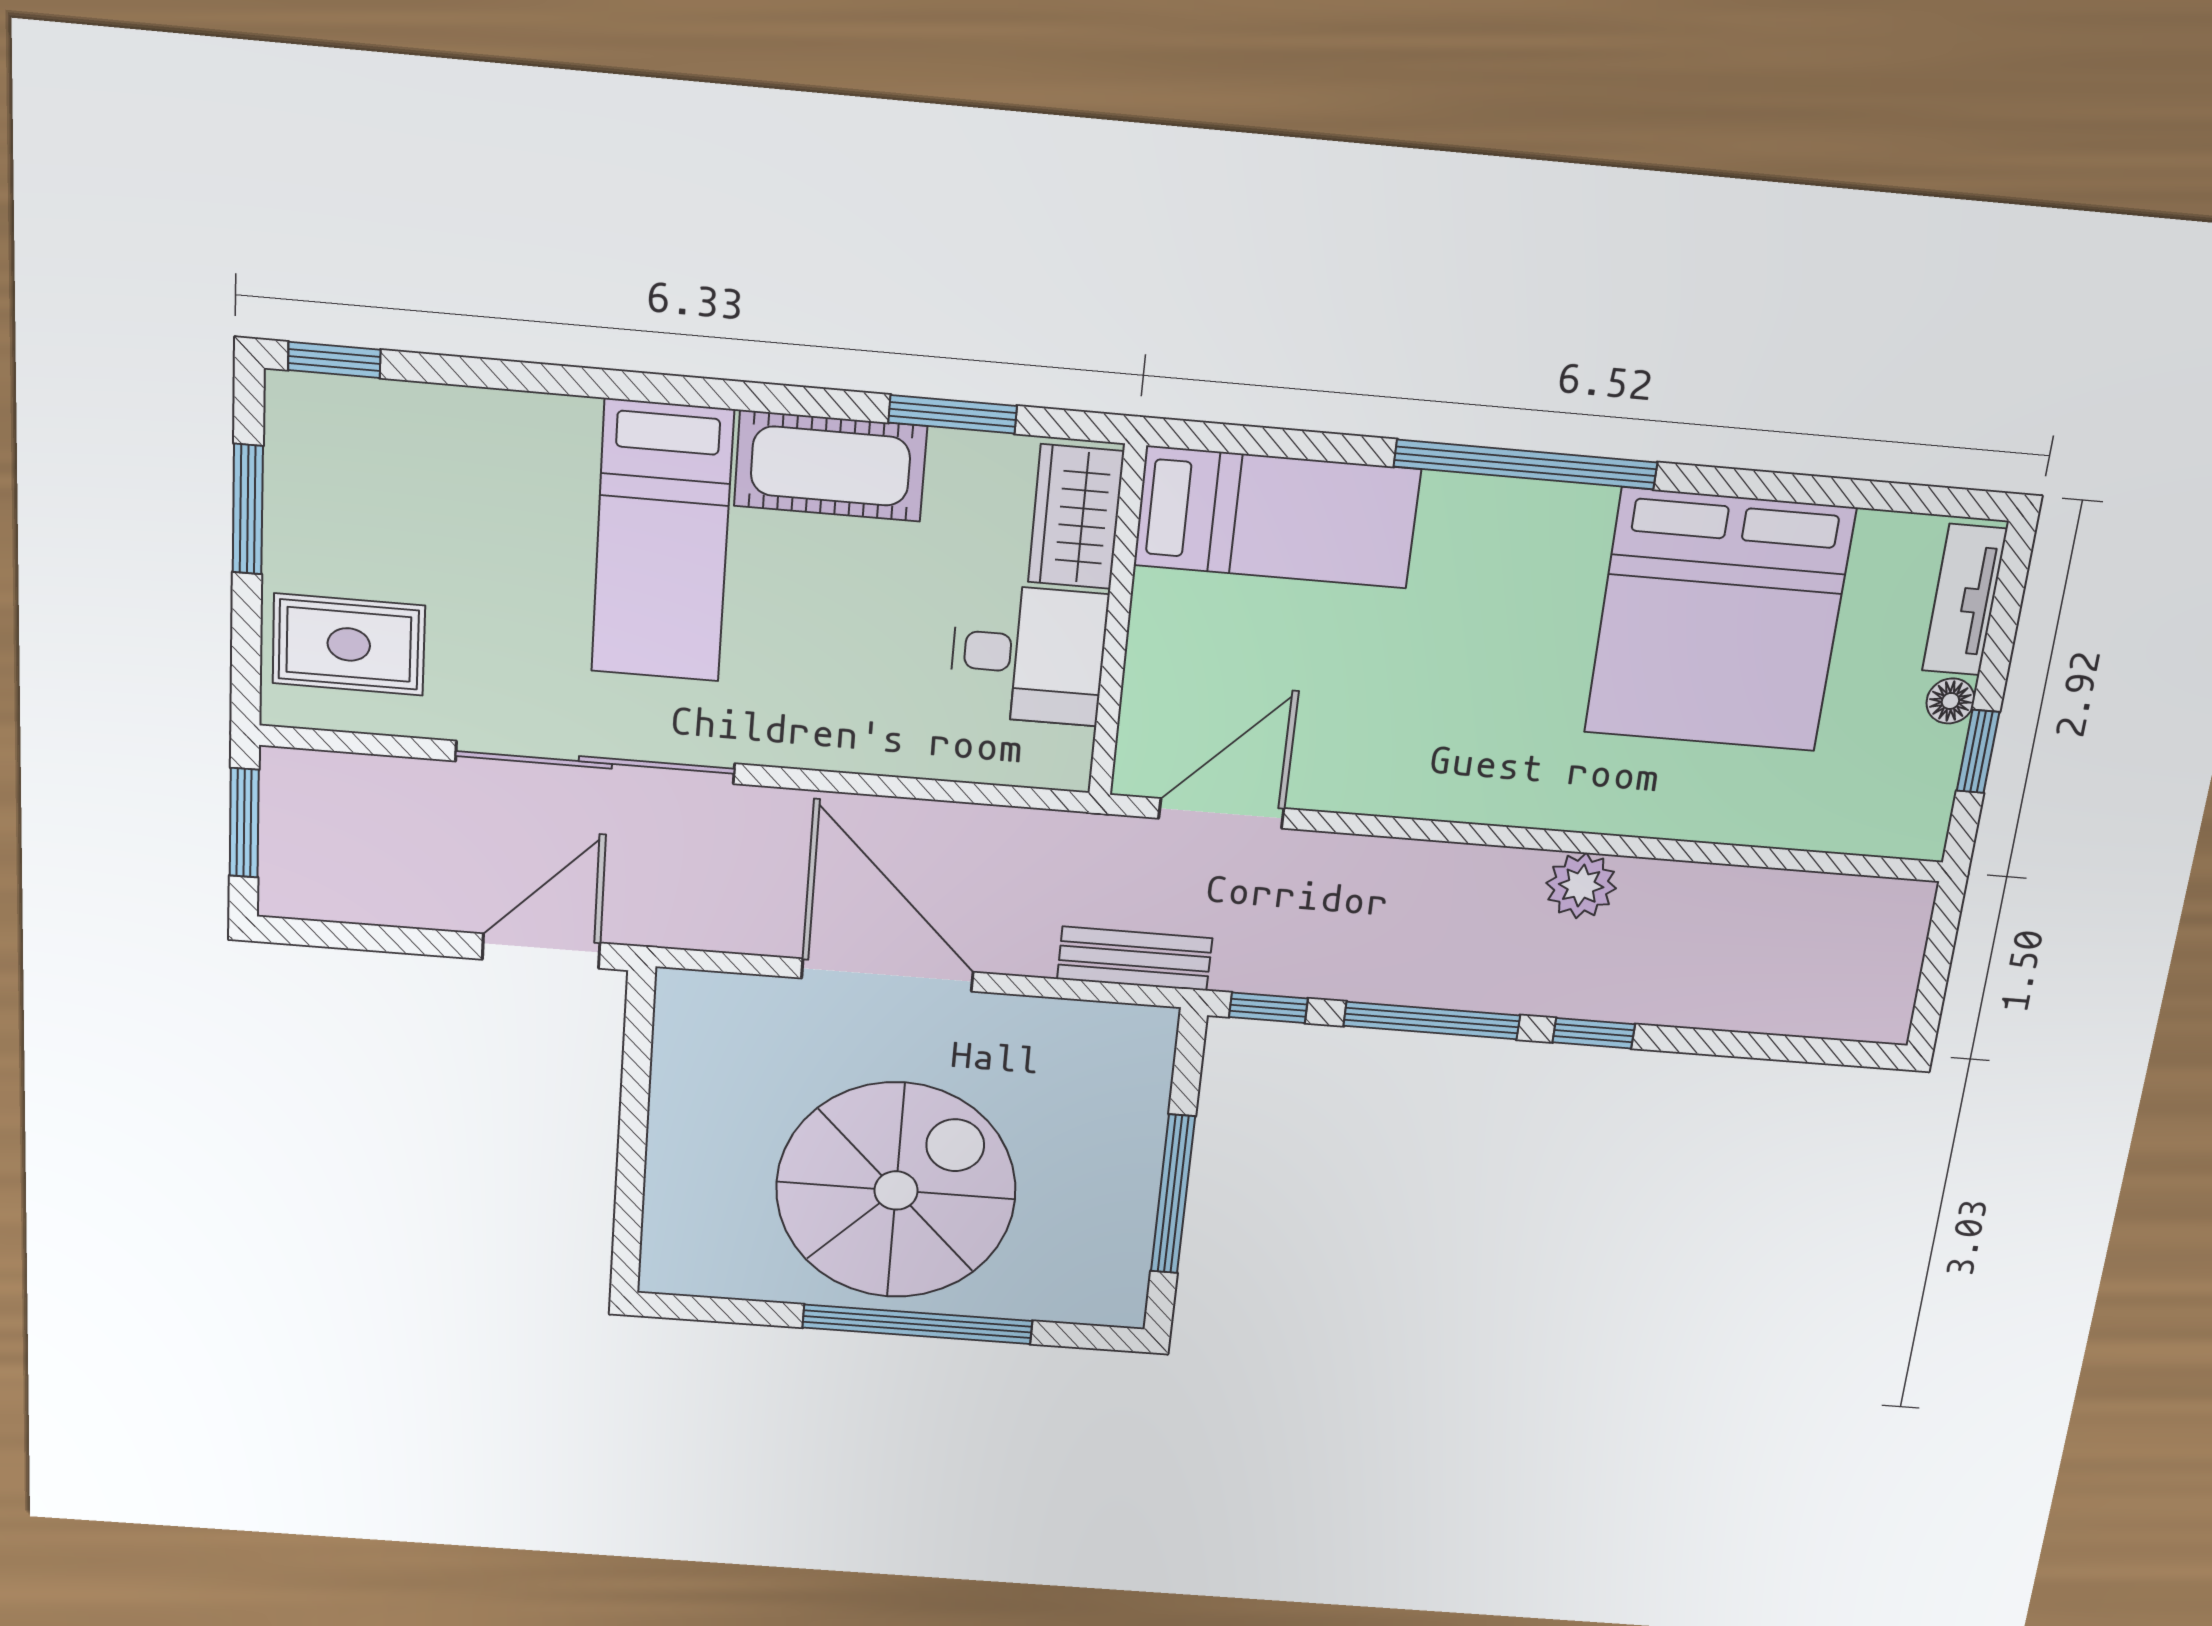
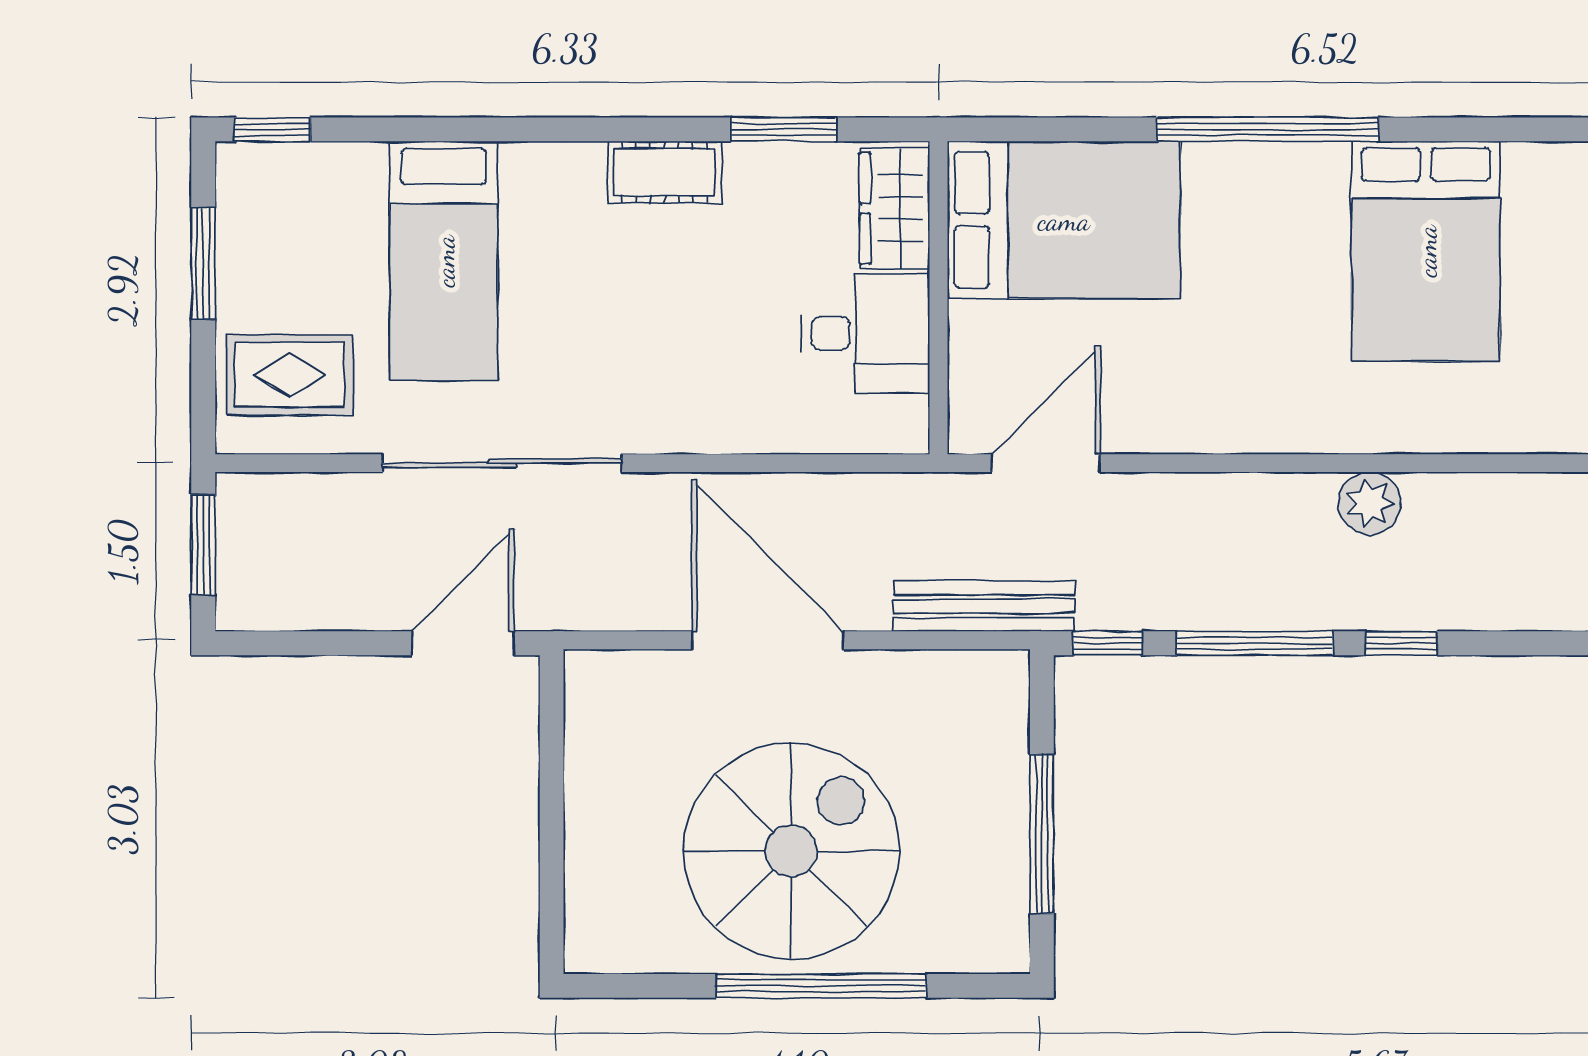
cot: (830, 466) -> (665, 172), width x0.73, depth x0.75
bed: (1277, 517) -> (1064, 220), width x1.50
bed: (662, 542) -> (444, 261), moved
bed: (1719, 621) -> (1426, 251), width x0.73
bench: (1135, 959) -> (984, 606), width x1.36

